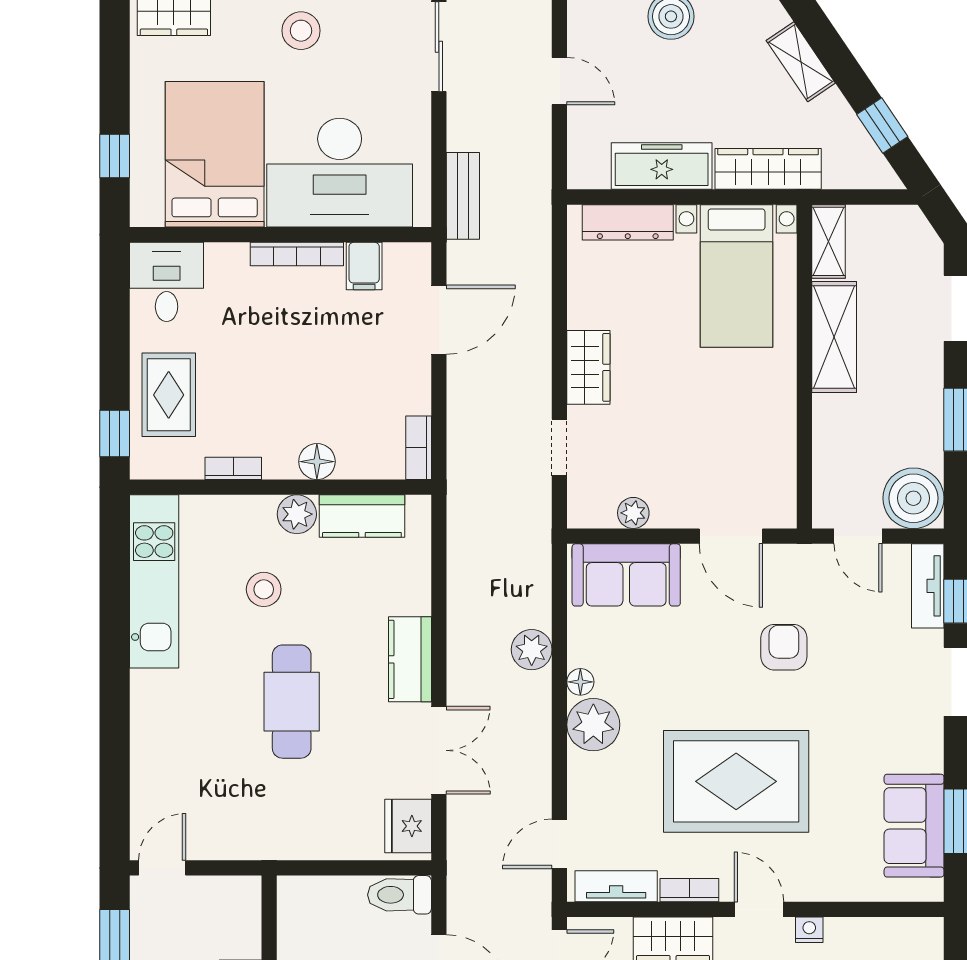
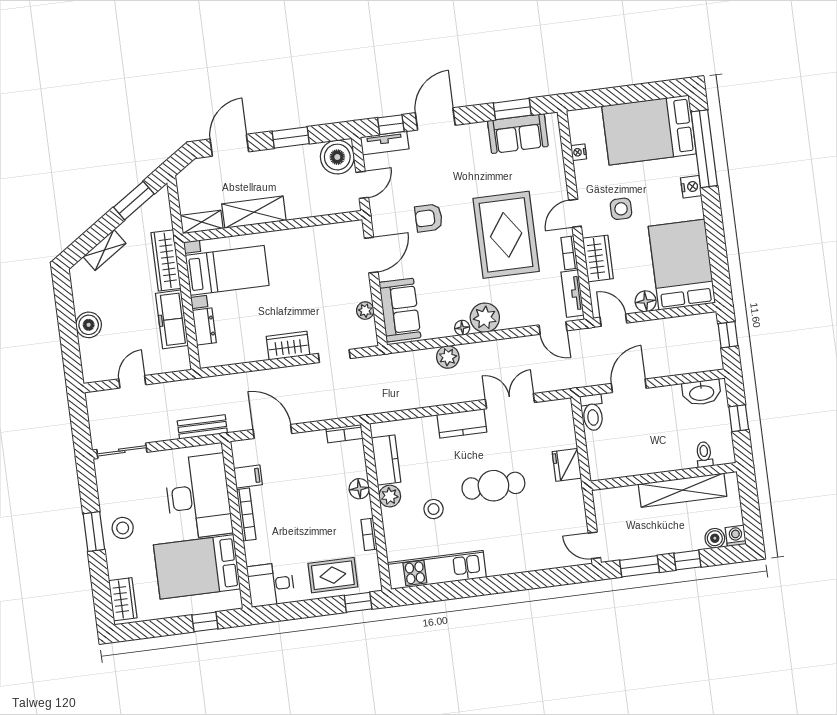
window: (882, 126) -> (134, 201), width x1.50
dresser: (628, 222) -> (204, 327), width x0.70
fridge: (408, 826) -> (567, 465), moved, turned 90
nightstand: (809, 930) -> (579, 152), moved

